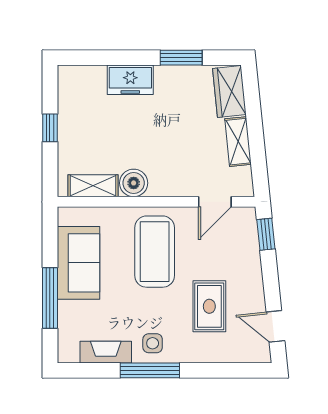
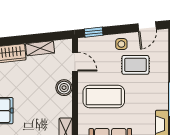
boiler: (134, 183) -> (64, 88), moved
side table: (153, 343) -> (121, 44), moved

